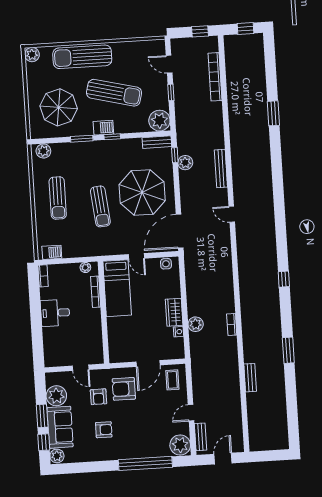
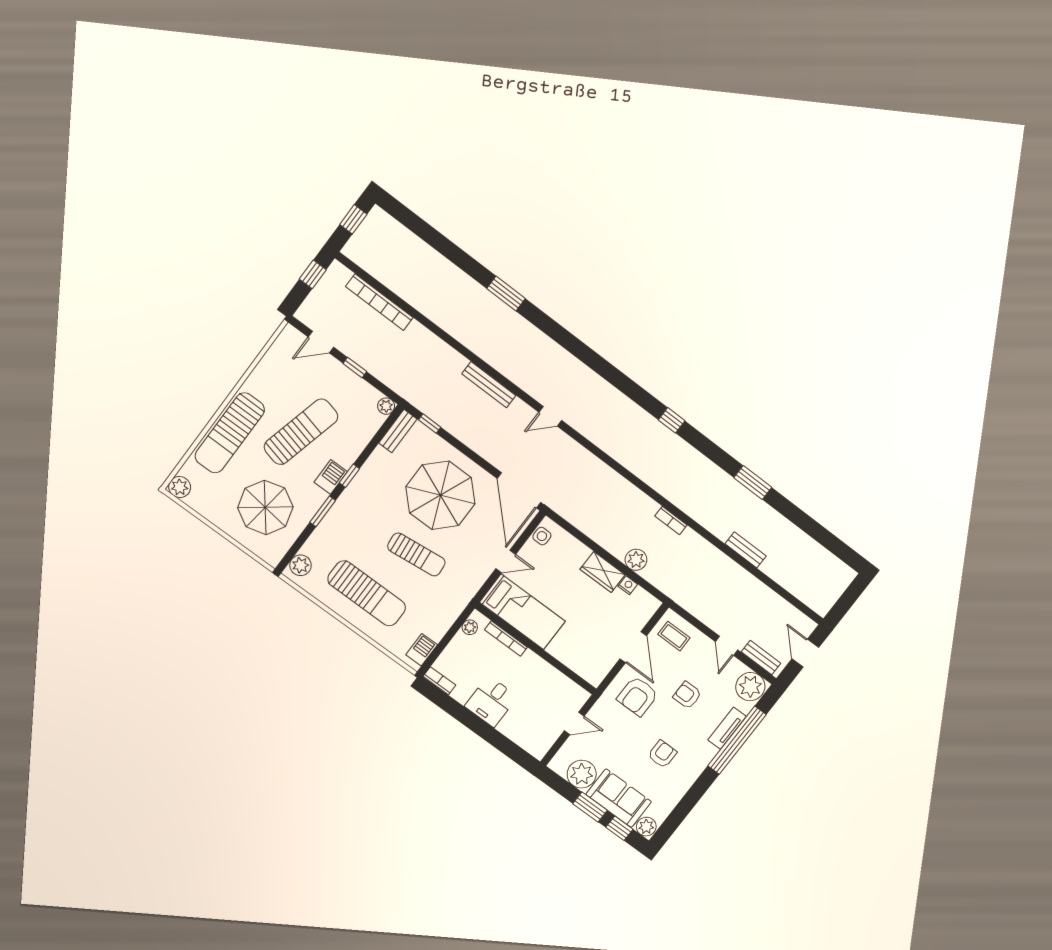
window: (273, 113) -> (506, 294), moved
plant: (159, 121) -> (386, 406), width x0.53, depth x0.53
plant: (185, 163) -> (448, 419), removed
sun lounger: (58, 198) -> (367, 593), width x1.36, depth x1.34
armchair: (99, 397) -> (687, 695), moved, turned 180
tv unit: (147, 452) -> (727, 728), added

